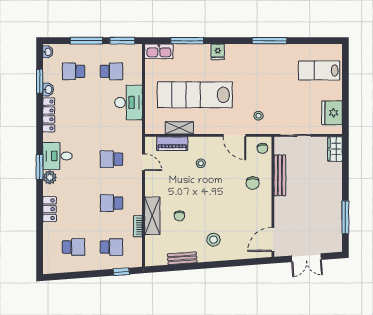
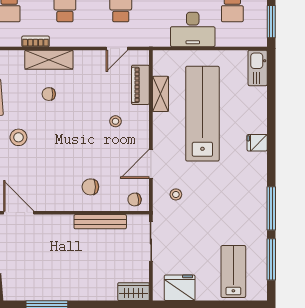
window: (187, 41) -> (271, 259), moved

